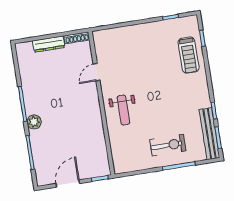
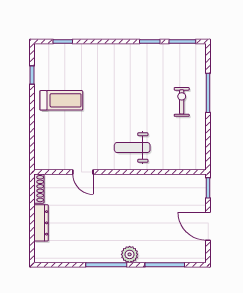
treadmill: (188, 55) -> (61, 100), moved
weight bench: (123, 110) -> (132, 147), turned 180
bench: (209, 134) -> (176, 51), removed
exercise bike: (168, 145) -> (182, 102), width x0.73, depth x0.72

